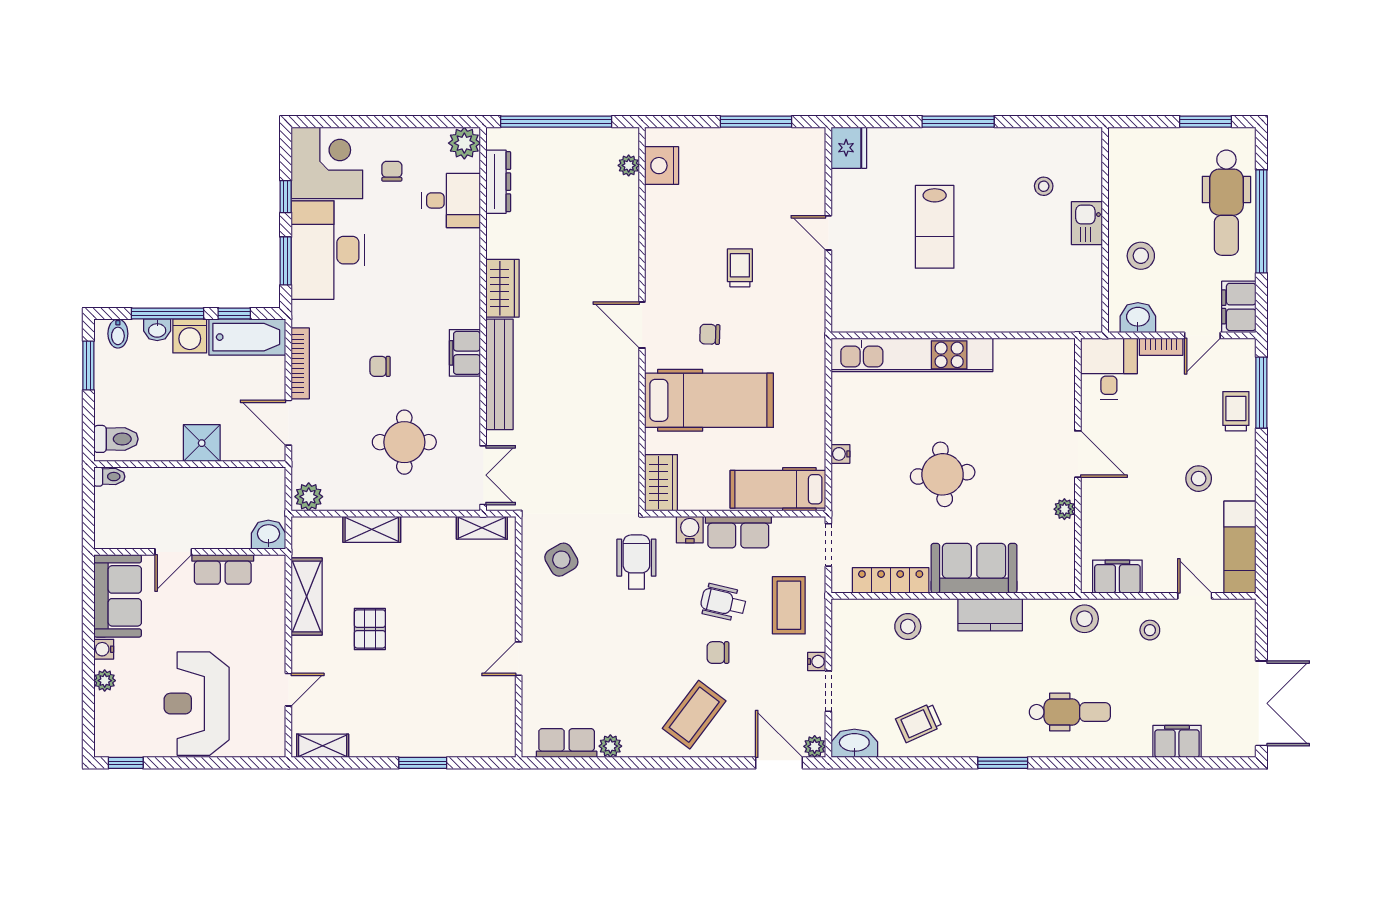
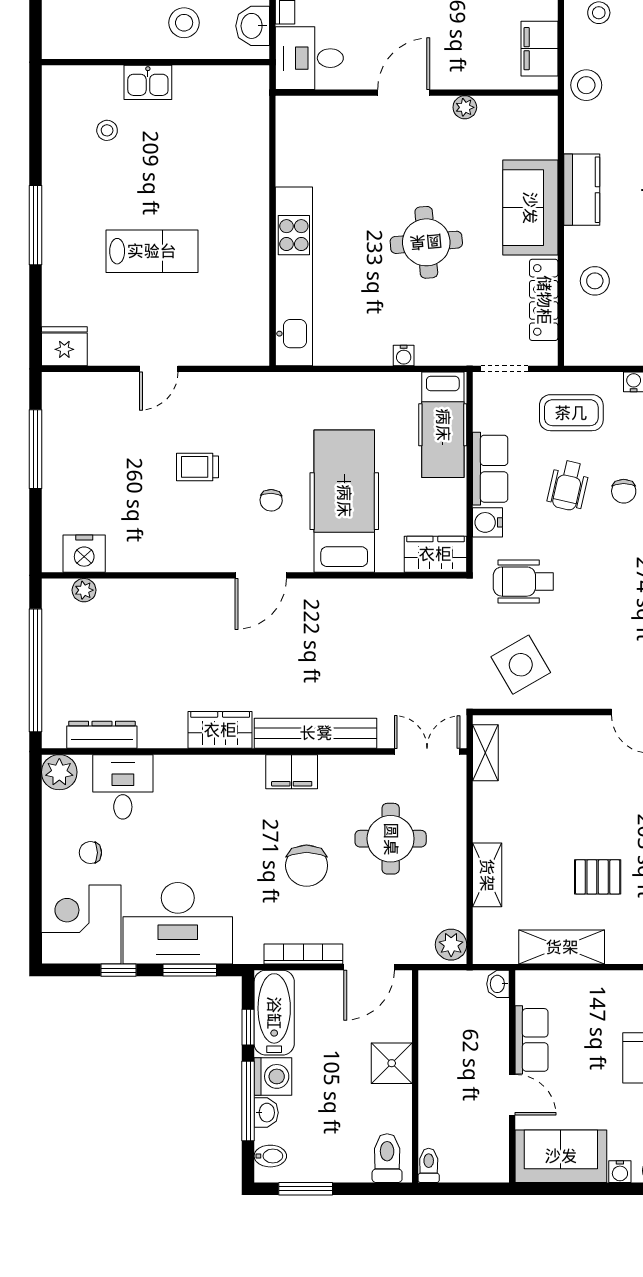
chair: (380, 366) -> (307, 866), width x1.87, depth x1.87
washbasin: (268, 535) -> (498, 984), width x0.72, depth x0.69
side table: (561, 560) -> (521, 665), width x1.37, depth x1.37

